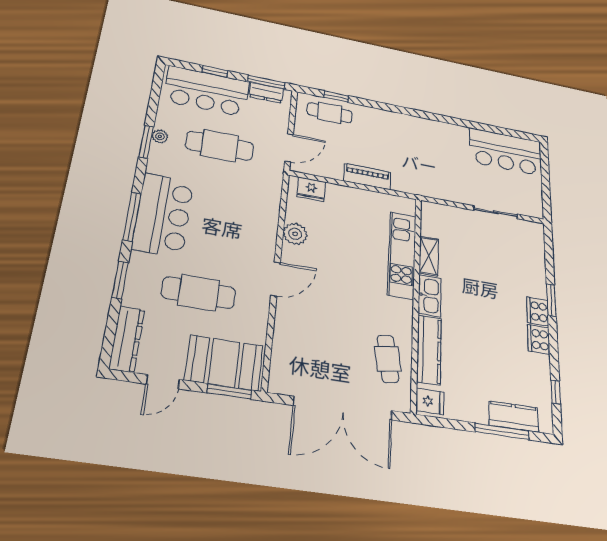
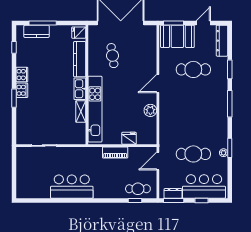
bar counter: (506, 152) -> (72, 187), moved
fridge: (311, 189) -> (129, 138), moved
bar counter: (163, 215) -> (215, 108), removed
kitchen unit: (402, 255) -> (95, 109), width x1.36
cafe table: (388, 359) -> (112, 56), moved

